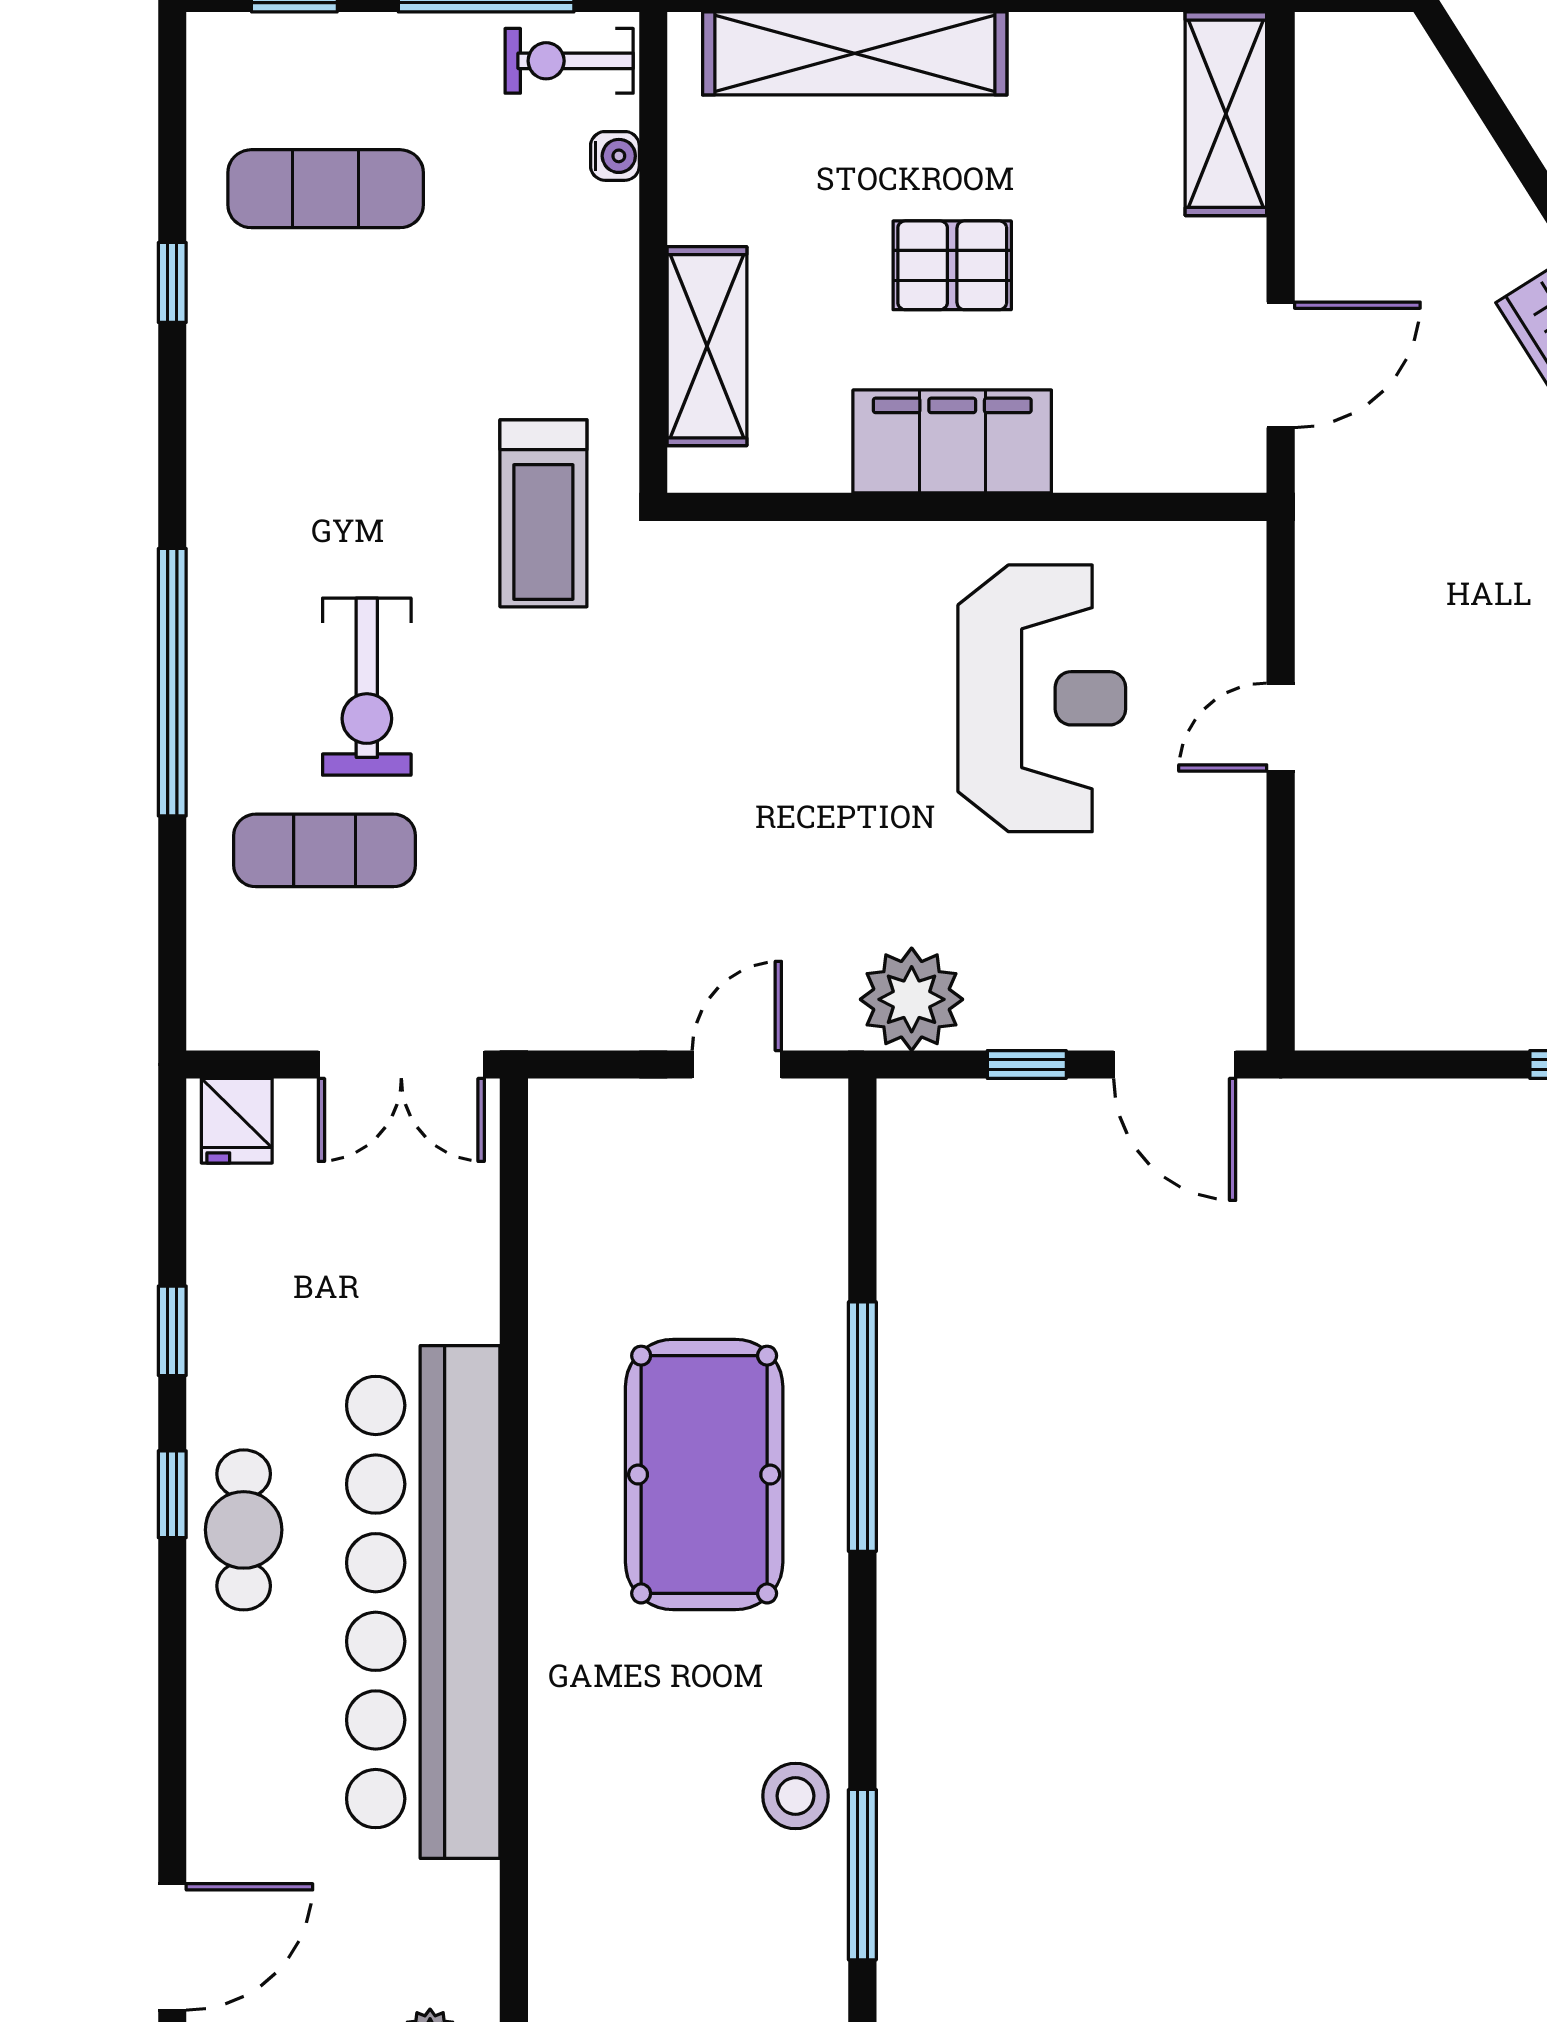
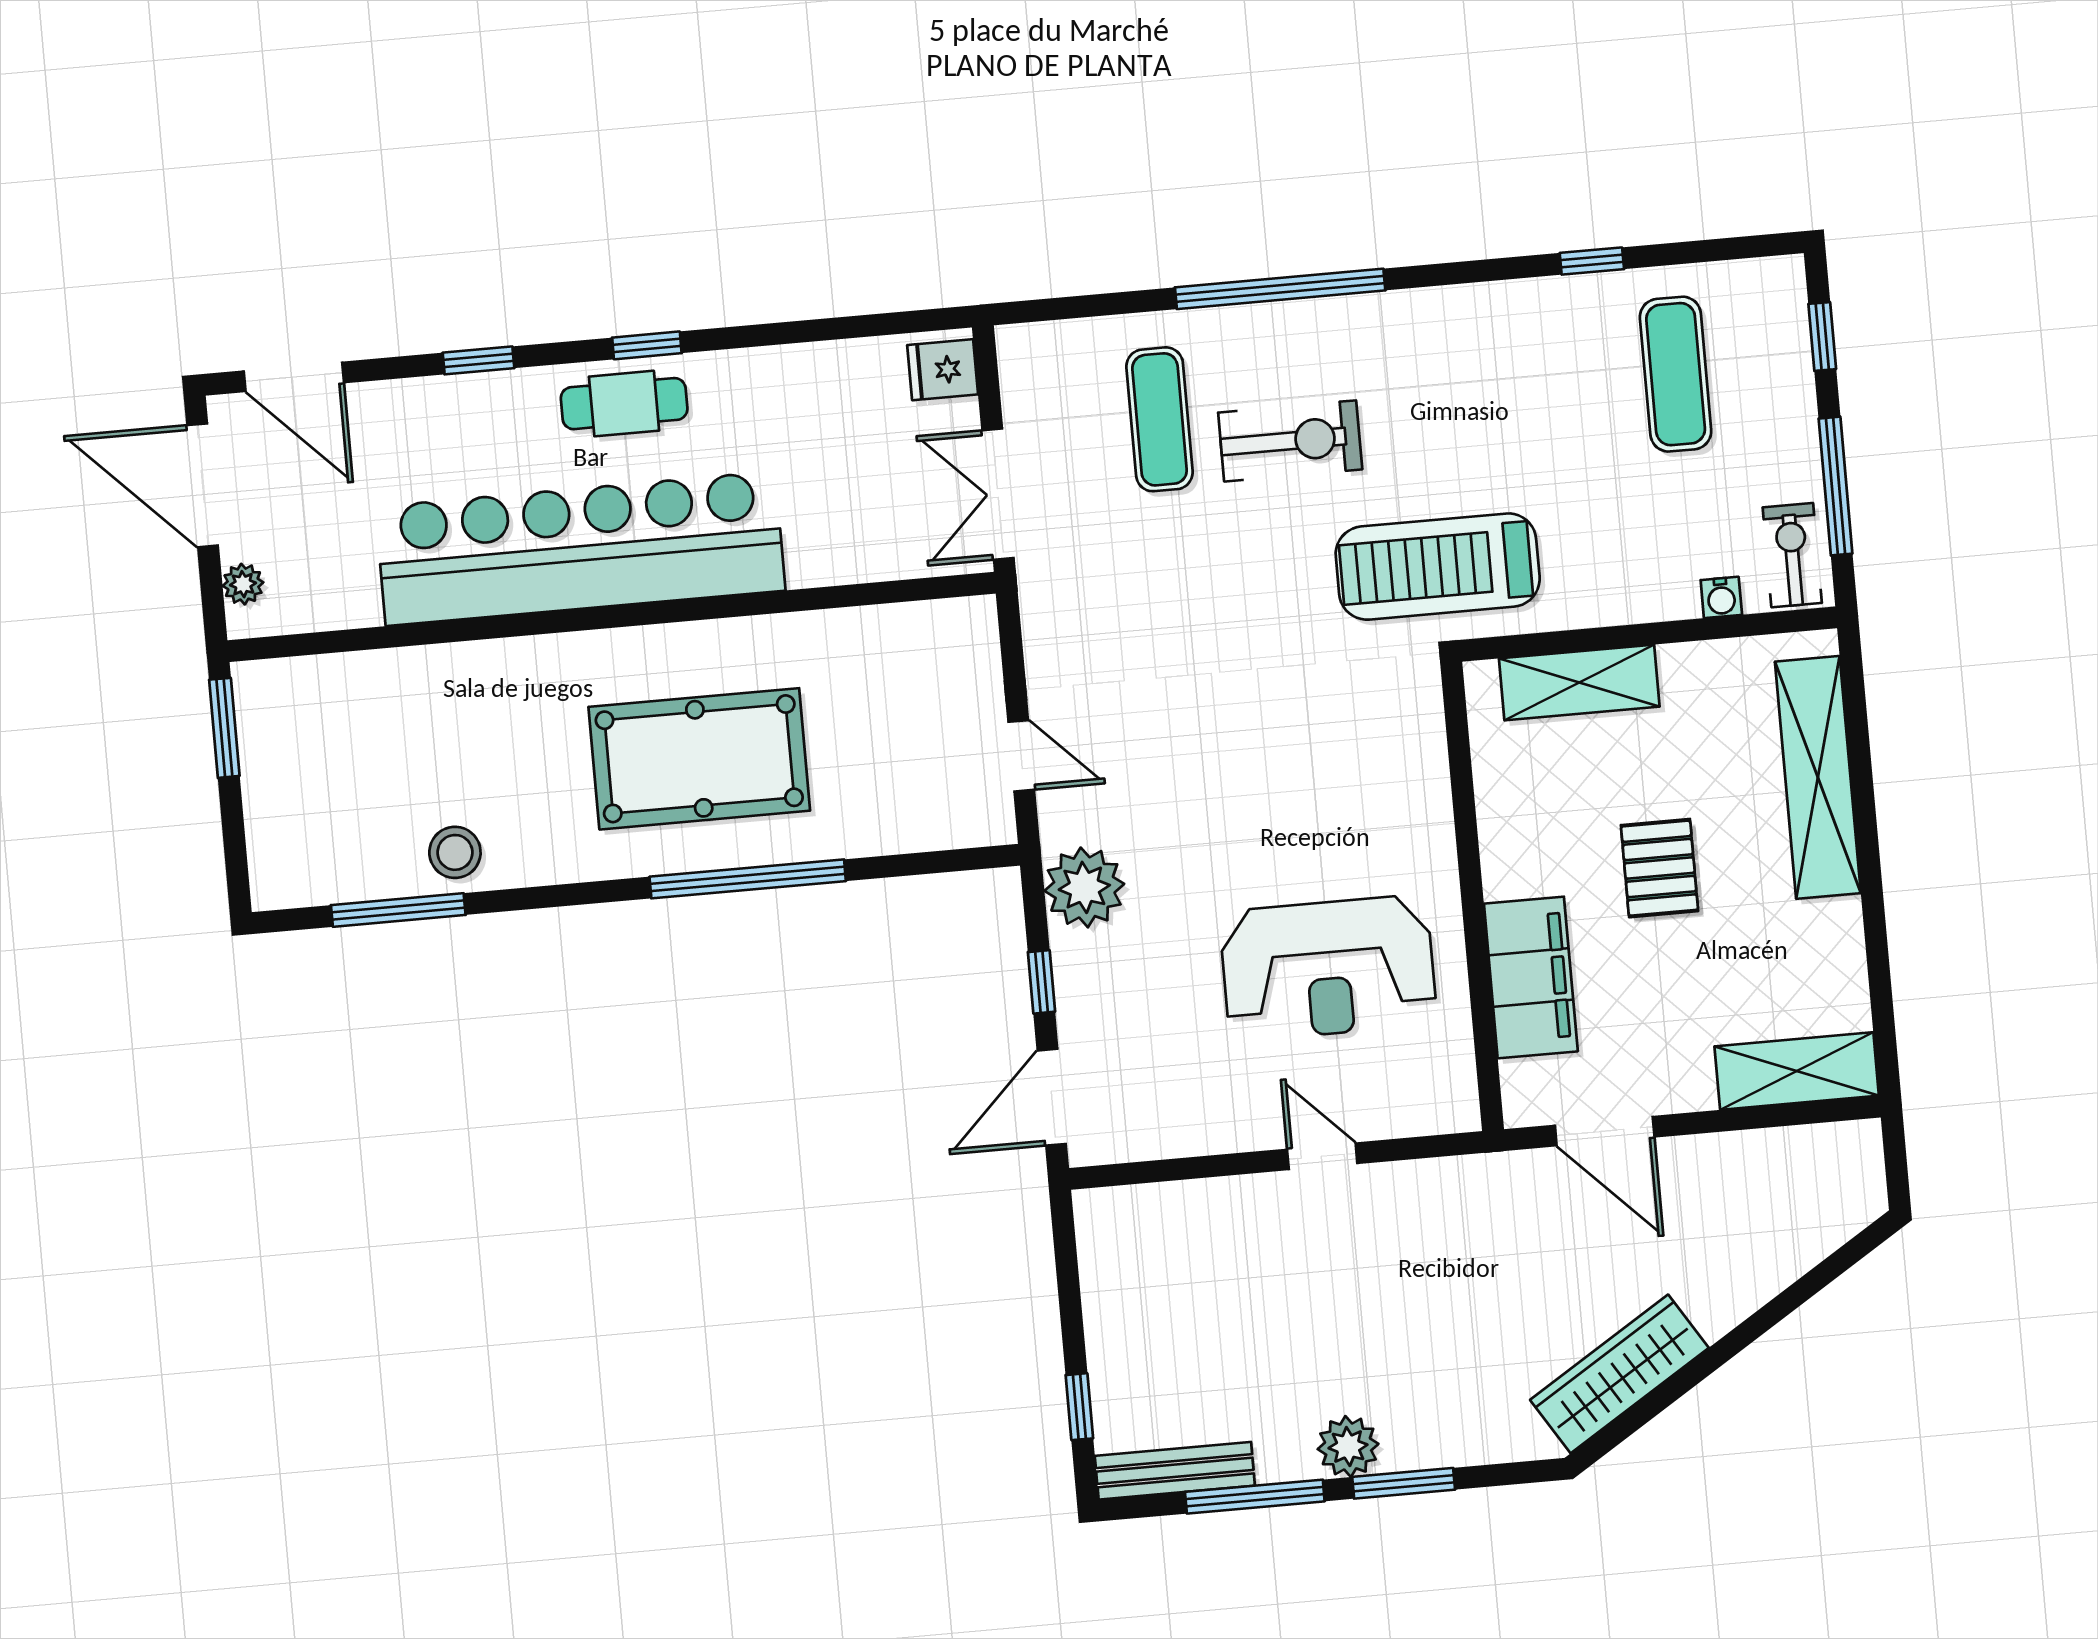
filing cabinet: (952, 441) -> (1531, 977), moved
treadmill: (543, 513) -> (1438, 567), width x1.37, depth x1.38
exercise bike: (367, 687) -> (1290, 441), turned 180
window: (172, 1331) -> (478, 360), moved

